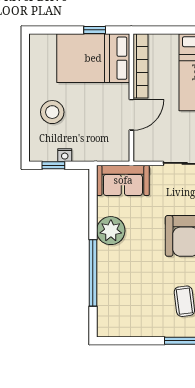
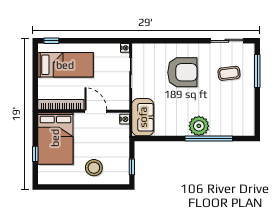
window: (95, 30) -> (35, 154), moved
nightstand: (65, 155) -> (125, 119), moved
plant: (111, 231) -> (199, 126), moved

